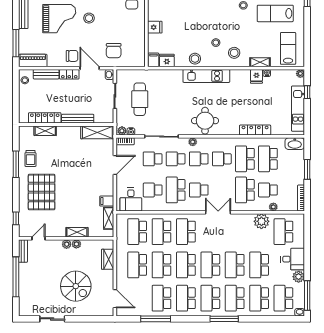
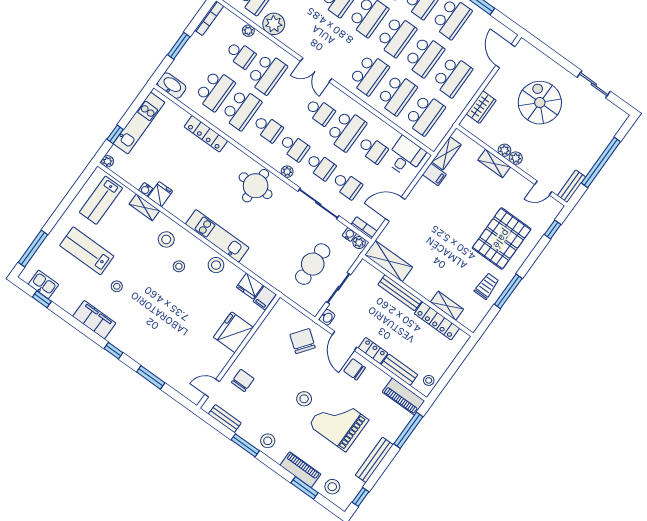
lab bench: (275, 13) -> (87, 251), turned 180
fridge: (155, 27) -> (233, 332), width x1.88, depth x1.34
chair: (114, 51) -> (303, 341), turned -53

